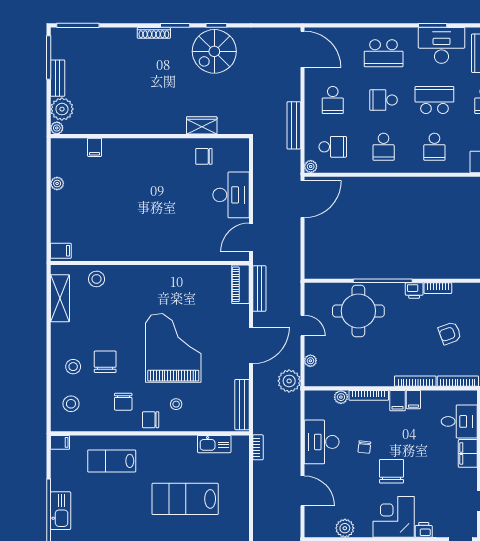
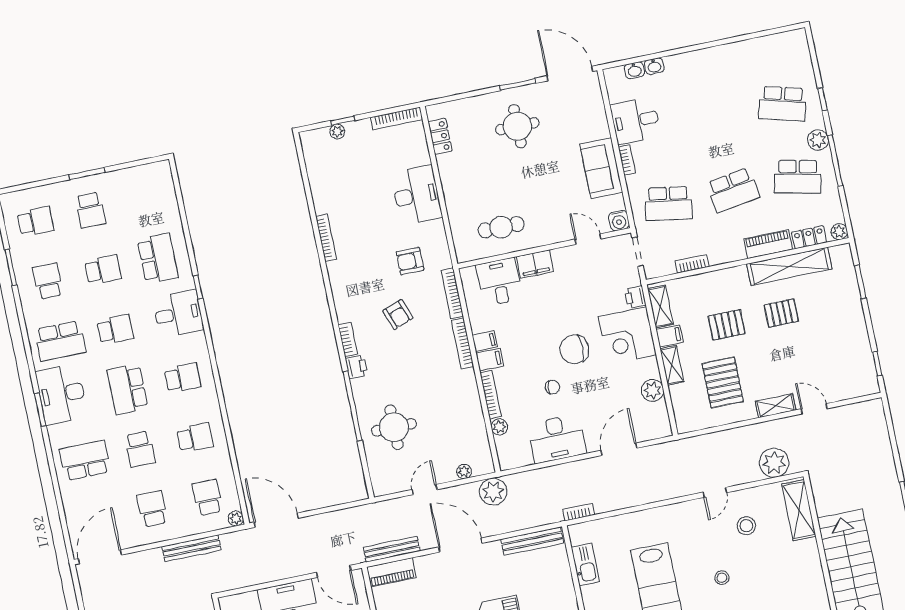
school desk: (384, 53) -> (85, 460), turned -90
school desk: (333, 100) -> (152, 509), turned -90
round table: (358, 311) -> (394, 427), width x0.73, depth x0.73

